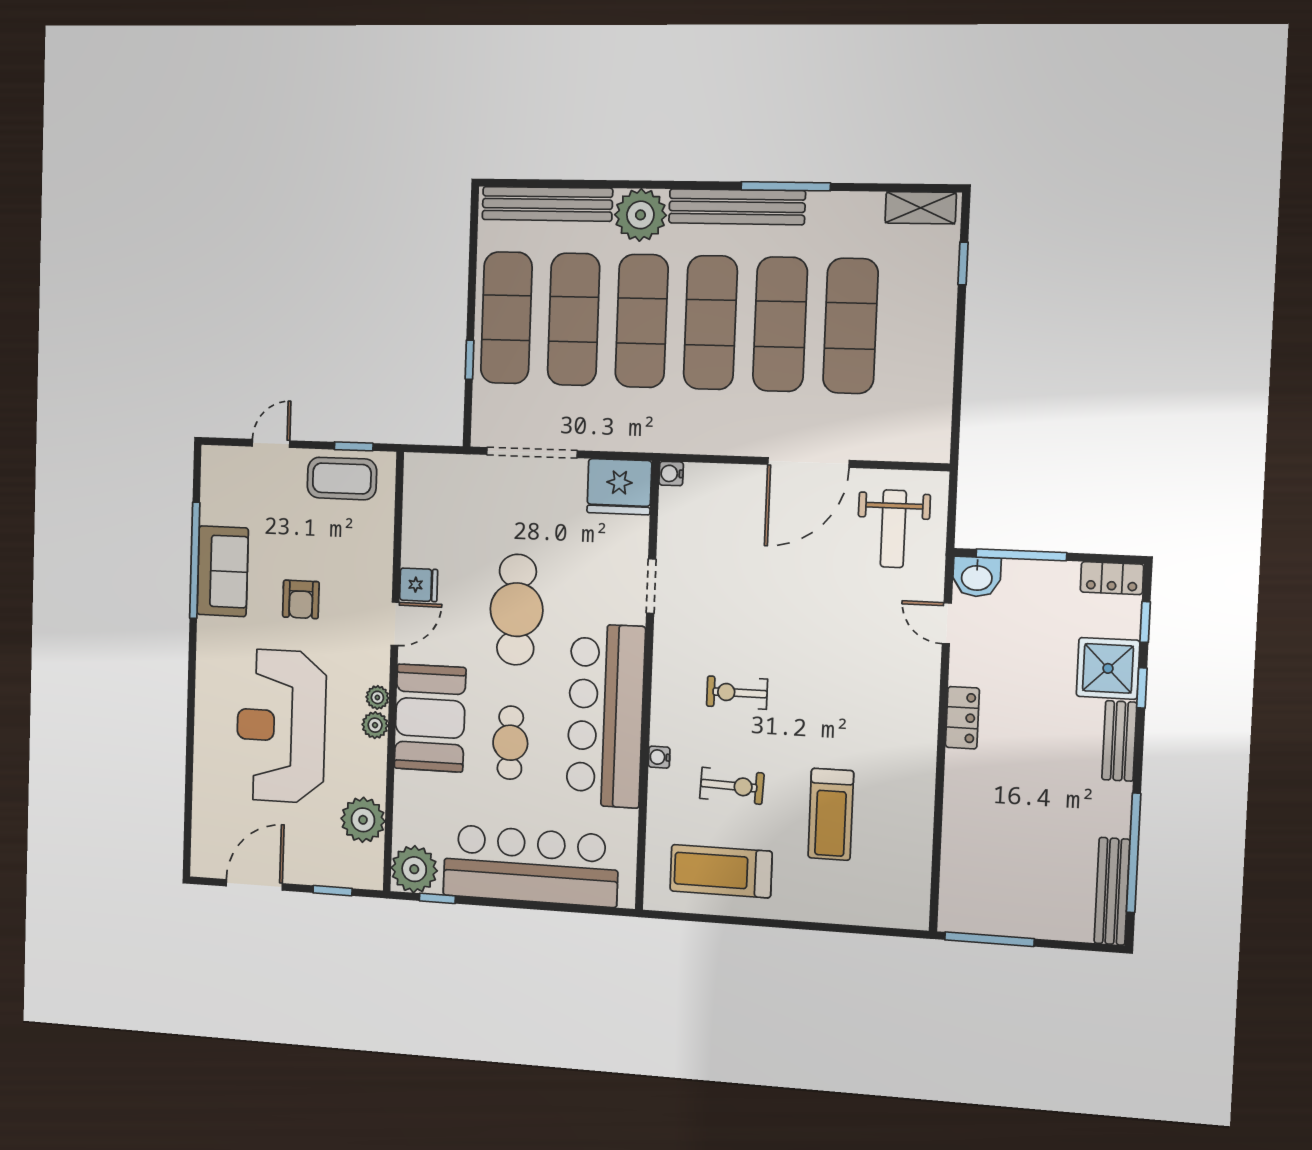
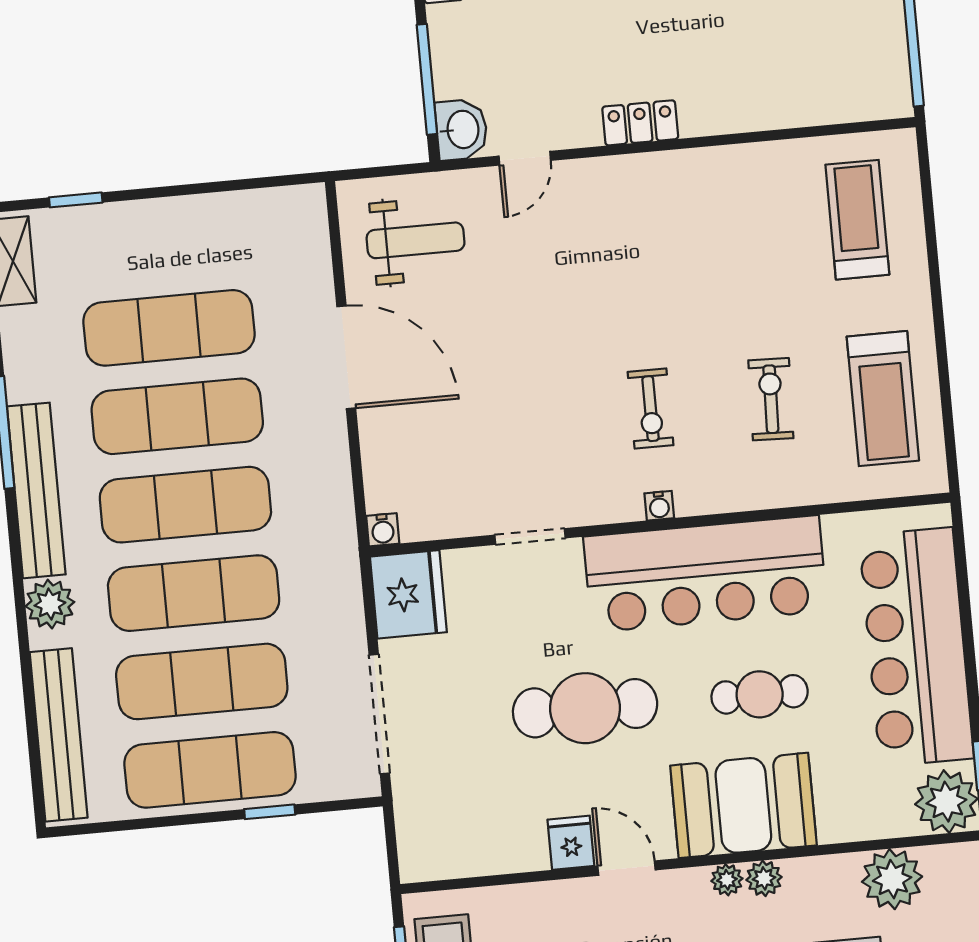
plant: (640, 215) -> (50, 604), width x0.73, depth x0.73
water cooler: (659, 757) -> (659, 506), moved
treadmill: (831, 814) -> (857, 220), moved, turned -90

